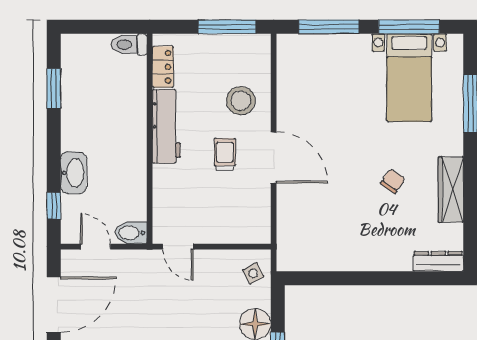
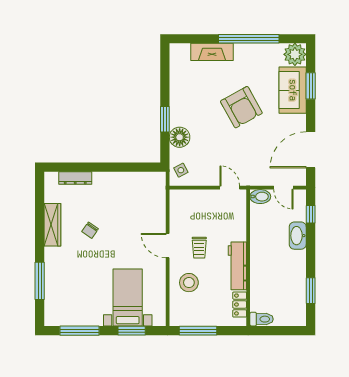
window: (329, 27) -> (132, 331), width x0.69
bed with nightstands: (409, 78) -> (128, 298), moved
door: (274, 158) -> (168, 246), width x0.73
dresser: (438, 261) -> (75, 178), moved

